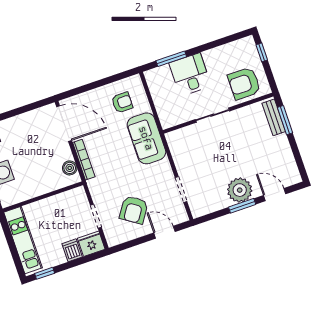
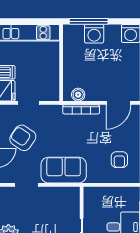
door: (64, 124) -> (118, 103), width x0.73
sofa: (146, 138) -> (64, 170), moved

